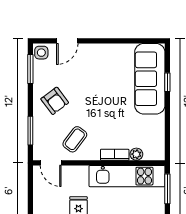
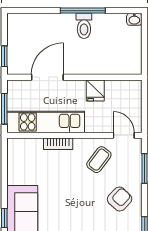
armchair: (55, 101) -> (120, 199), turned 80
plant: (136, 154) -> (36, 144), removed

